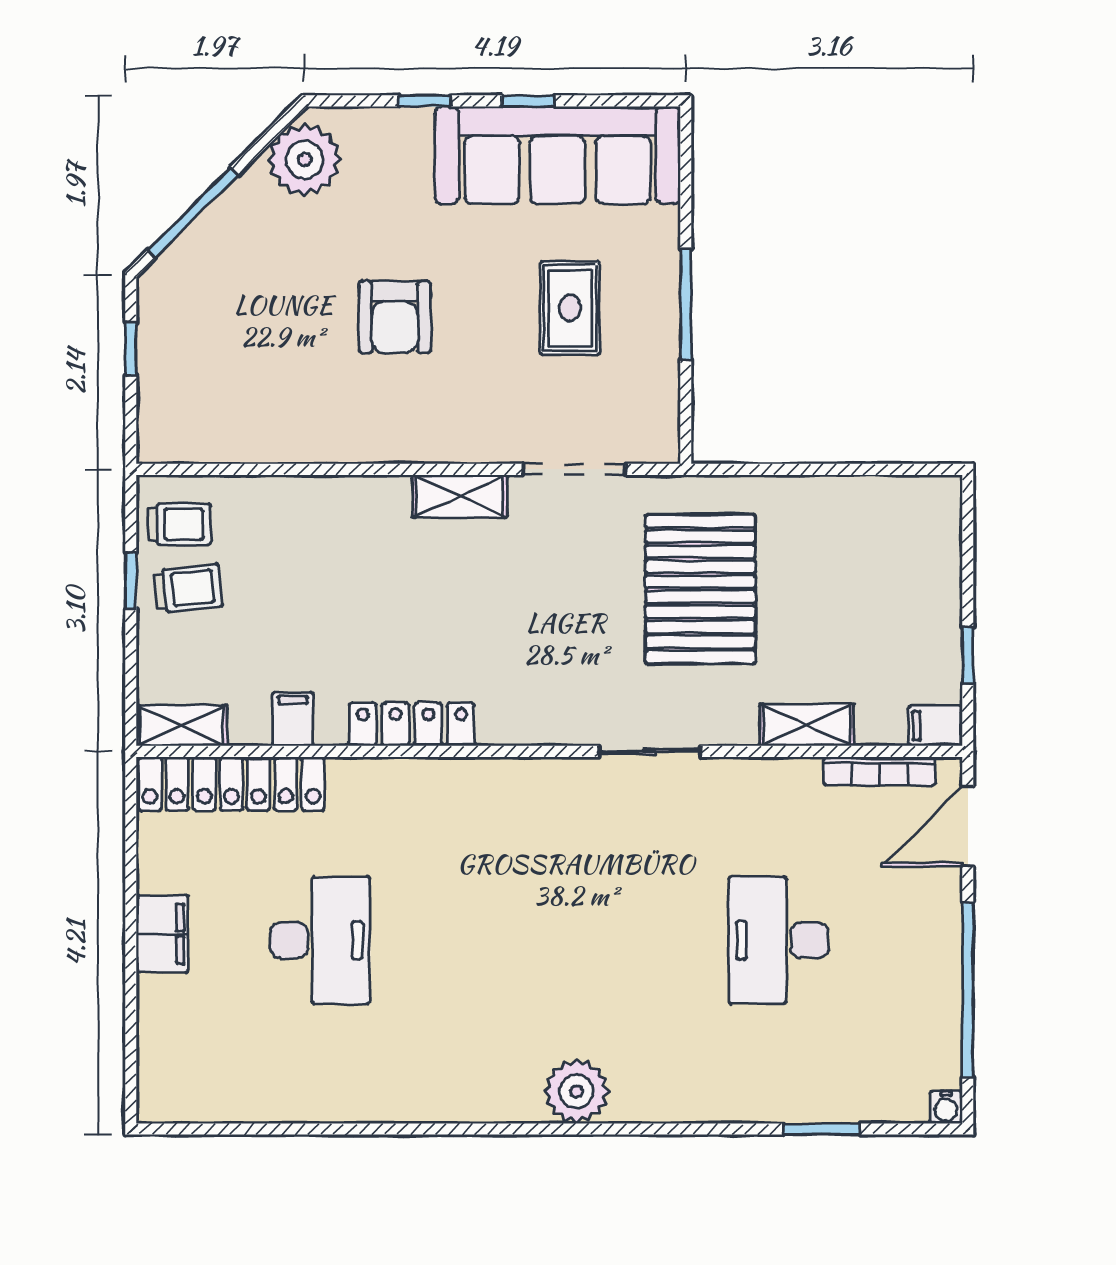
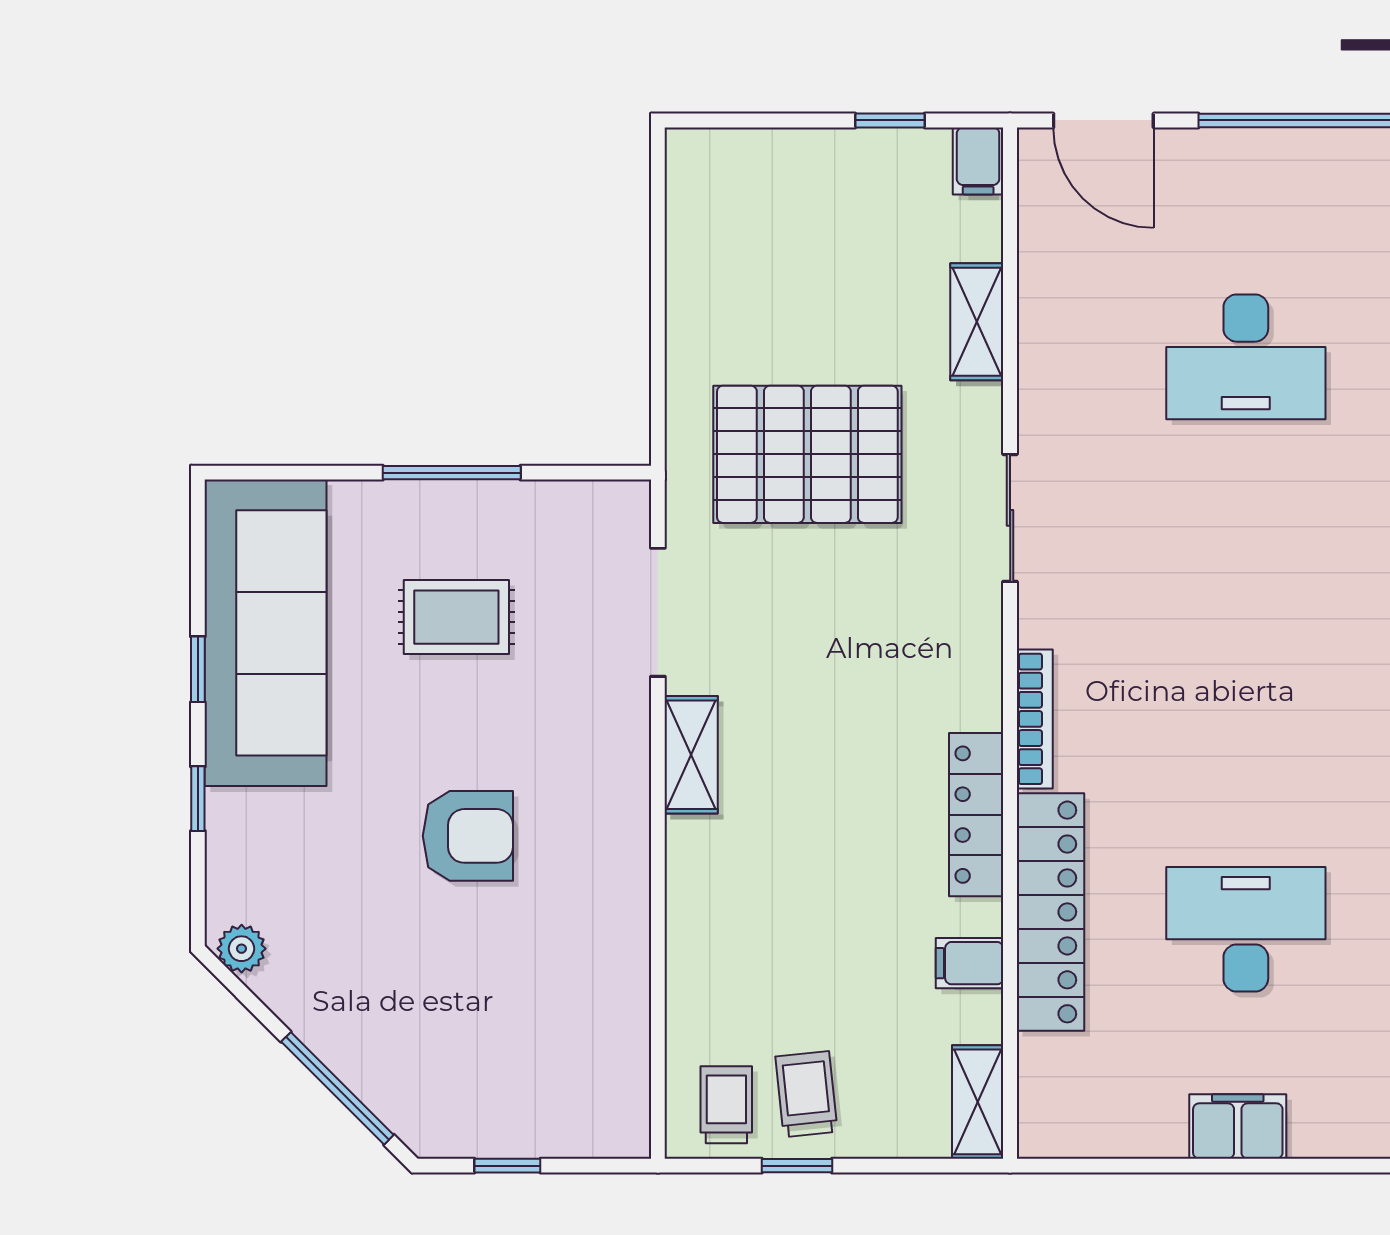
plant: (305, 160) -> (242, 949), width x0.53, depth x0.53
bookcase: (880, 771) -> (1035, 719), moved
locker: (231, 784) -> (1050, 912), moved

